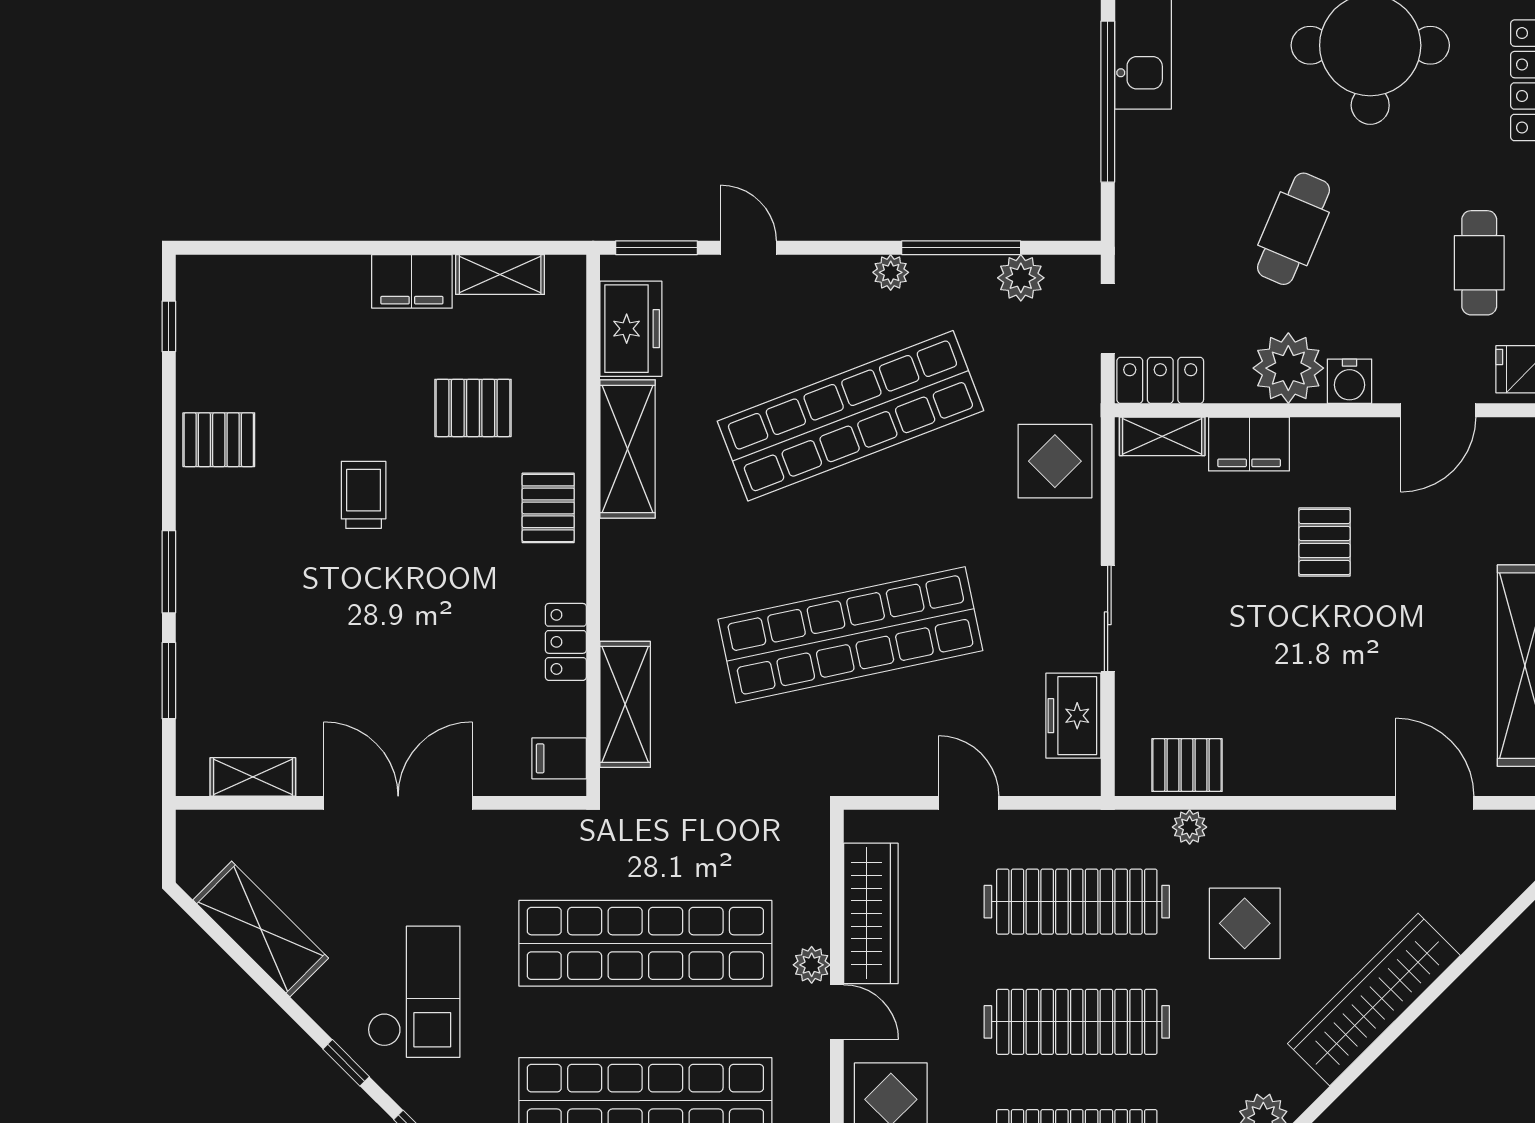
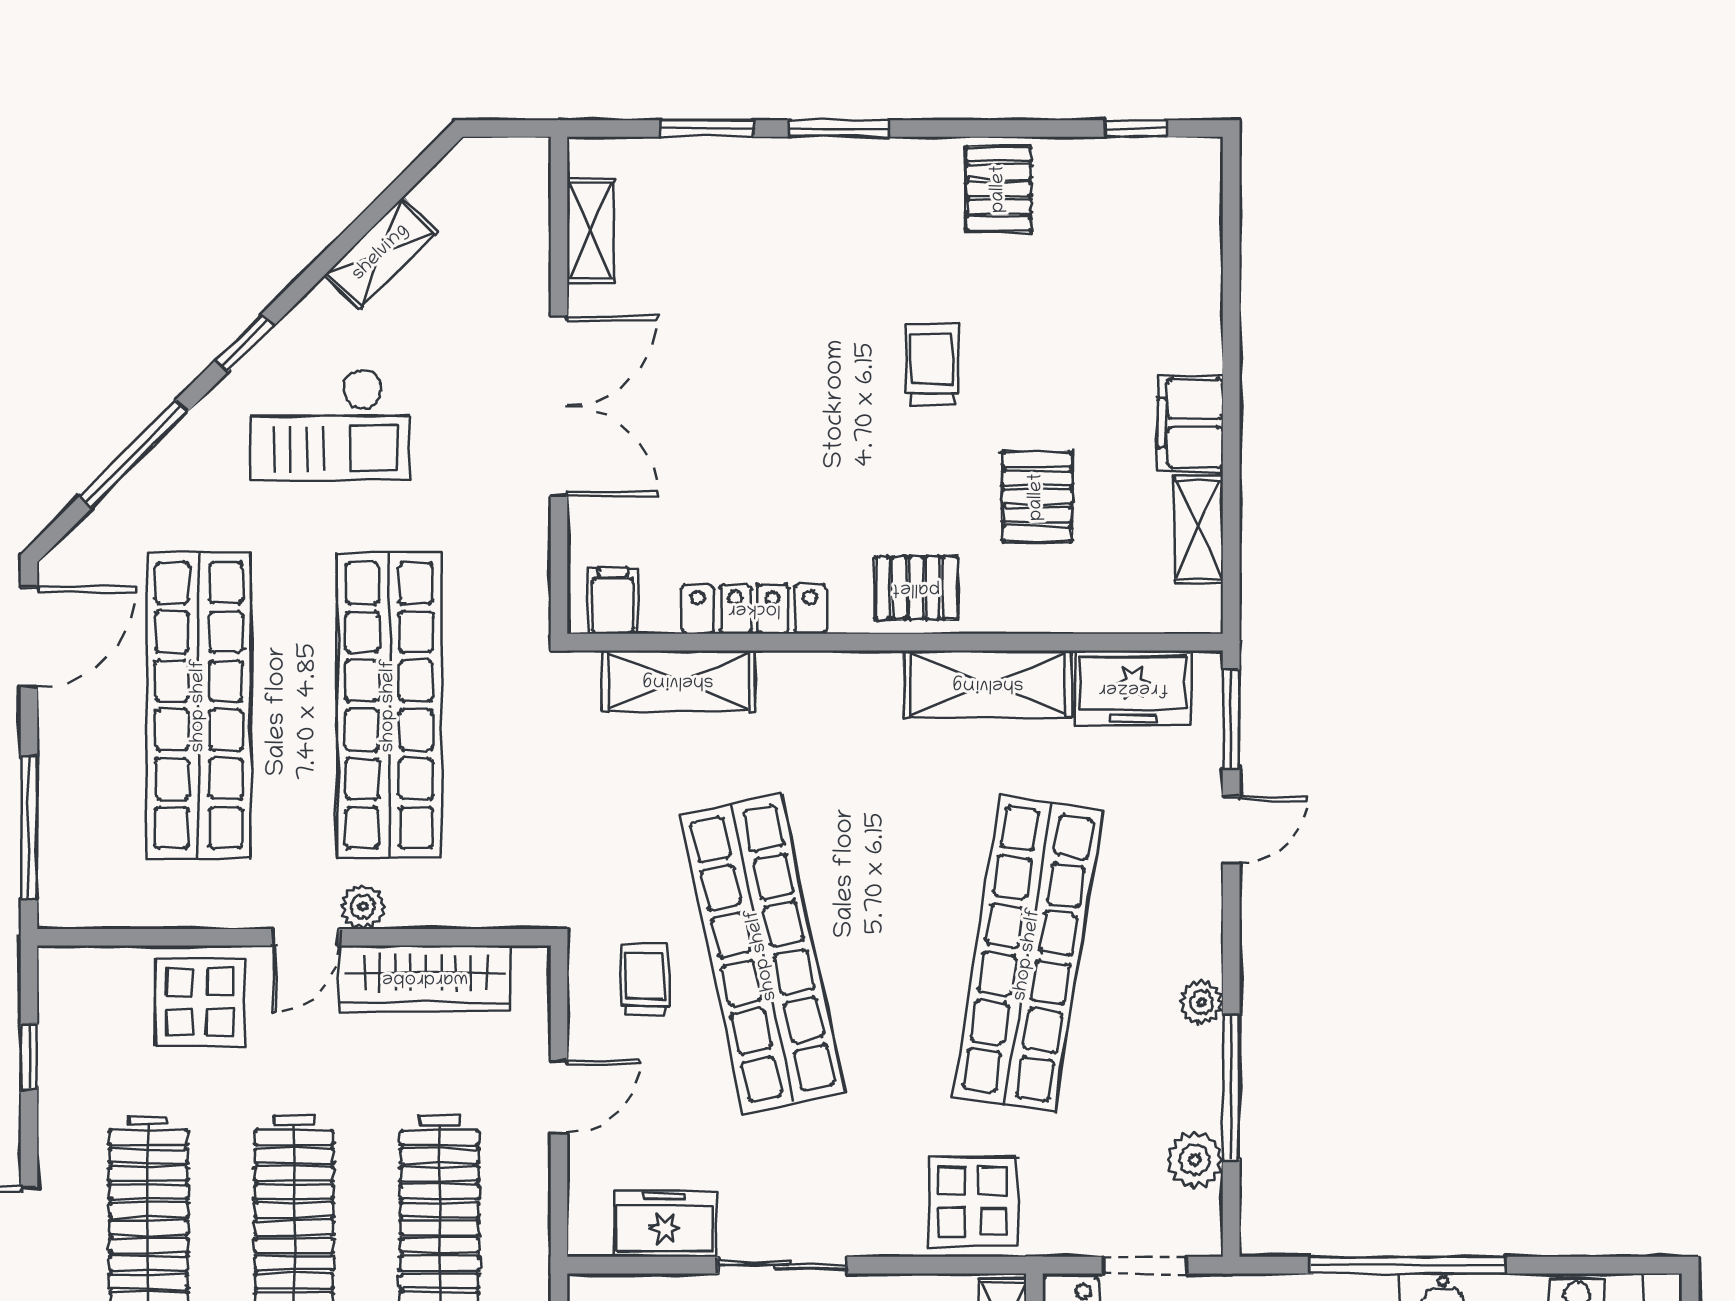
shop shelf: (850, 416) -> (1028, 954), turned 30
trolley: (364, 495) -> (932, 364), turned -90
locker: (566, 642) -> (754, 609), width x1.53
trolley: (873, 732) -> (645, 980), added
shelving: (261, 929) -> (381, 253), width x0.67, depth x0.75

